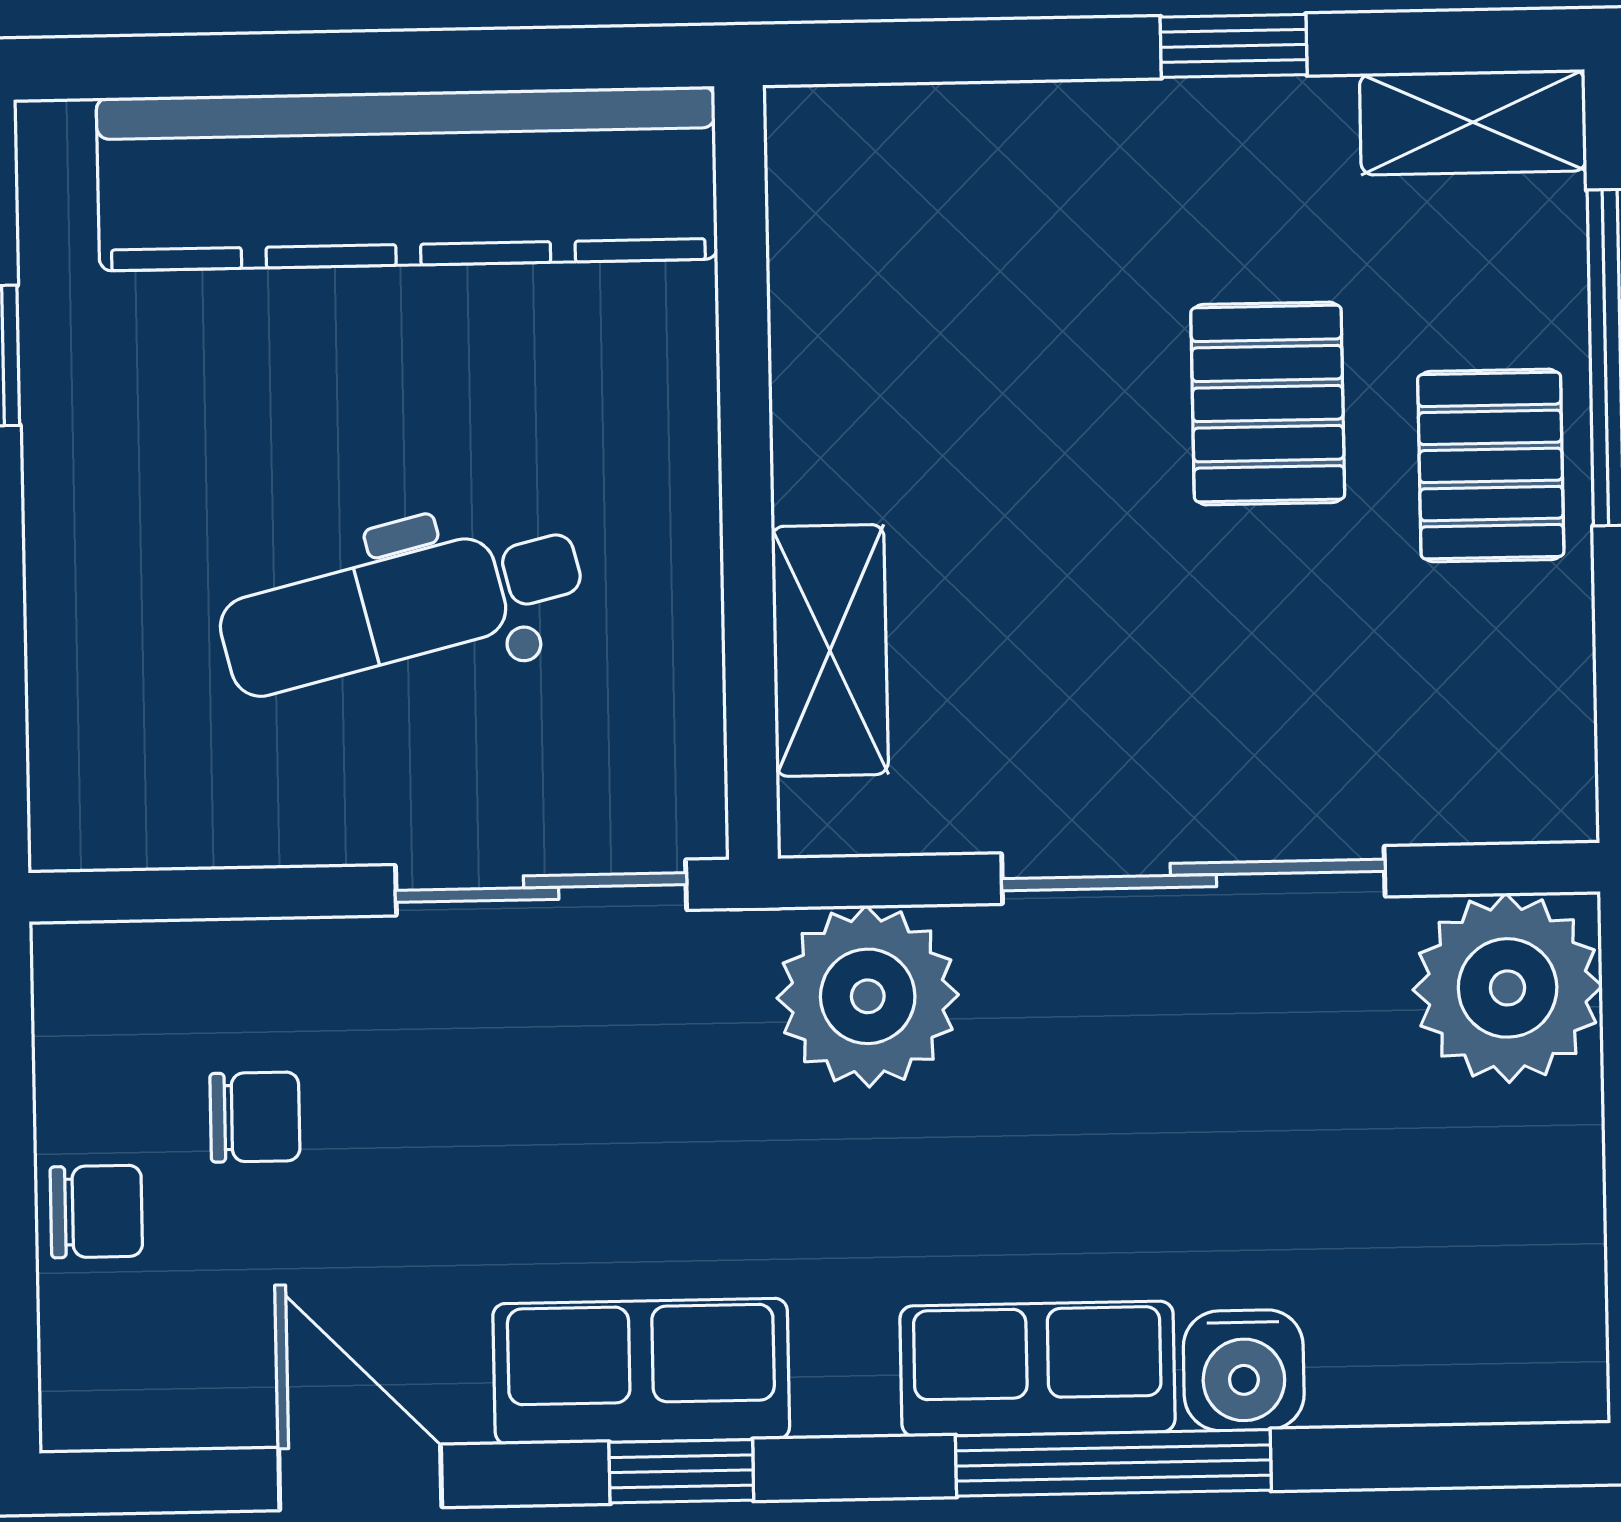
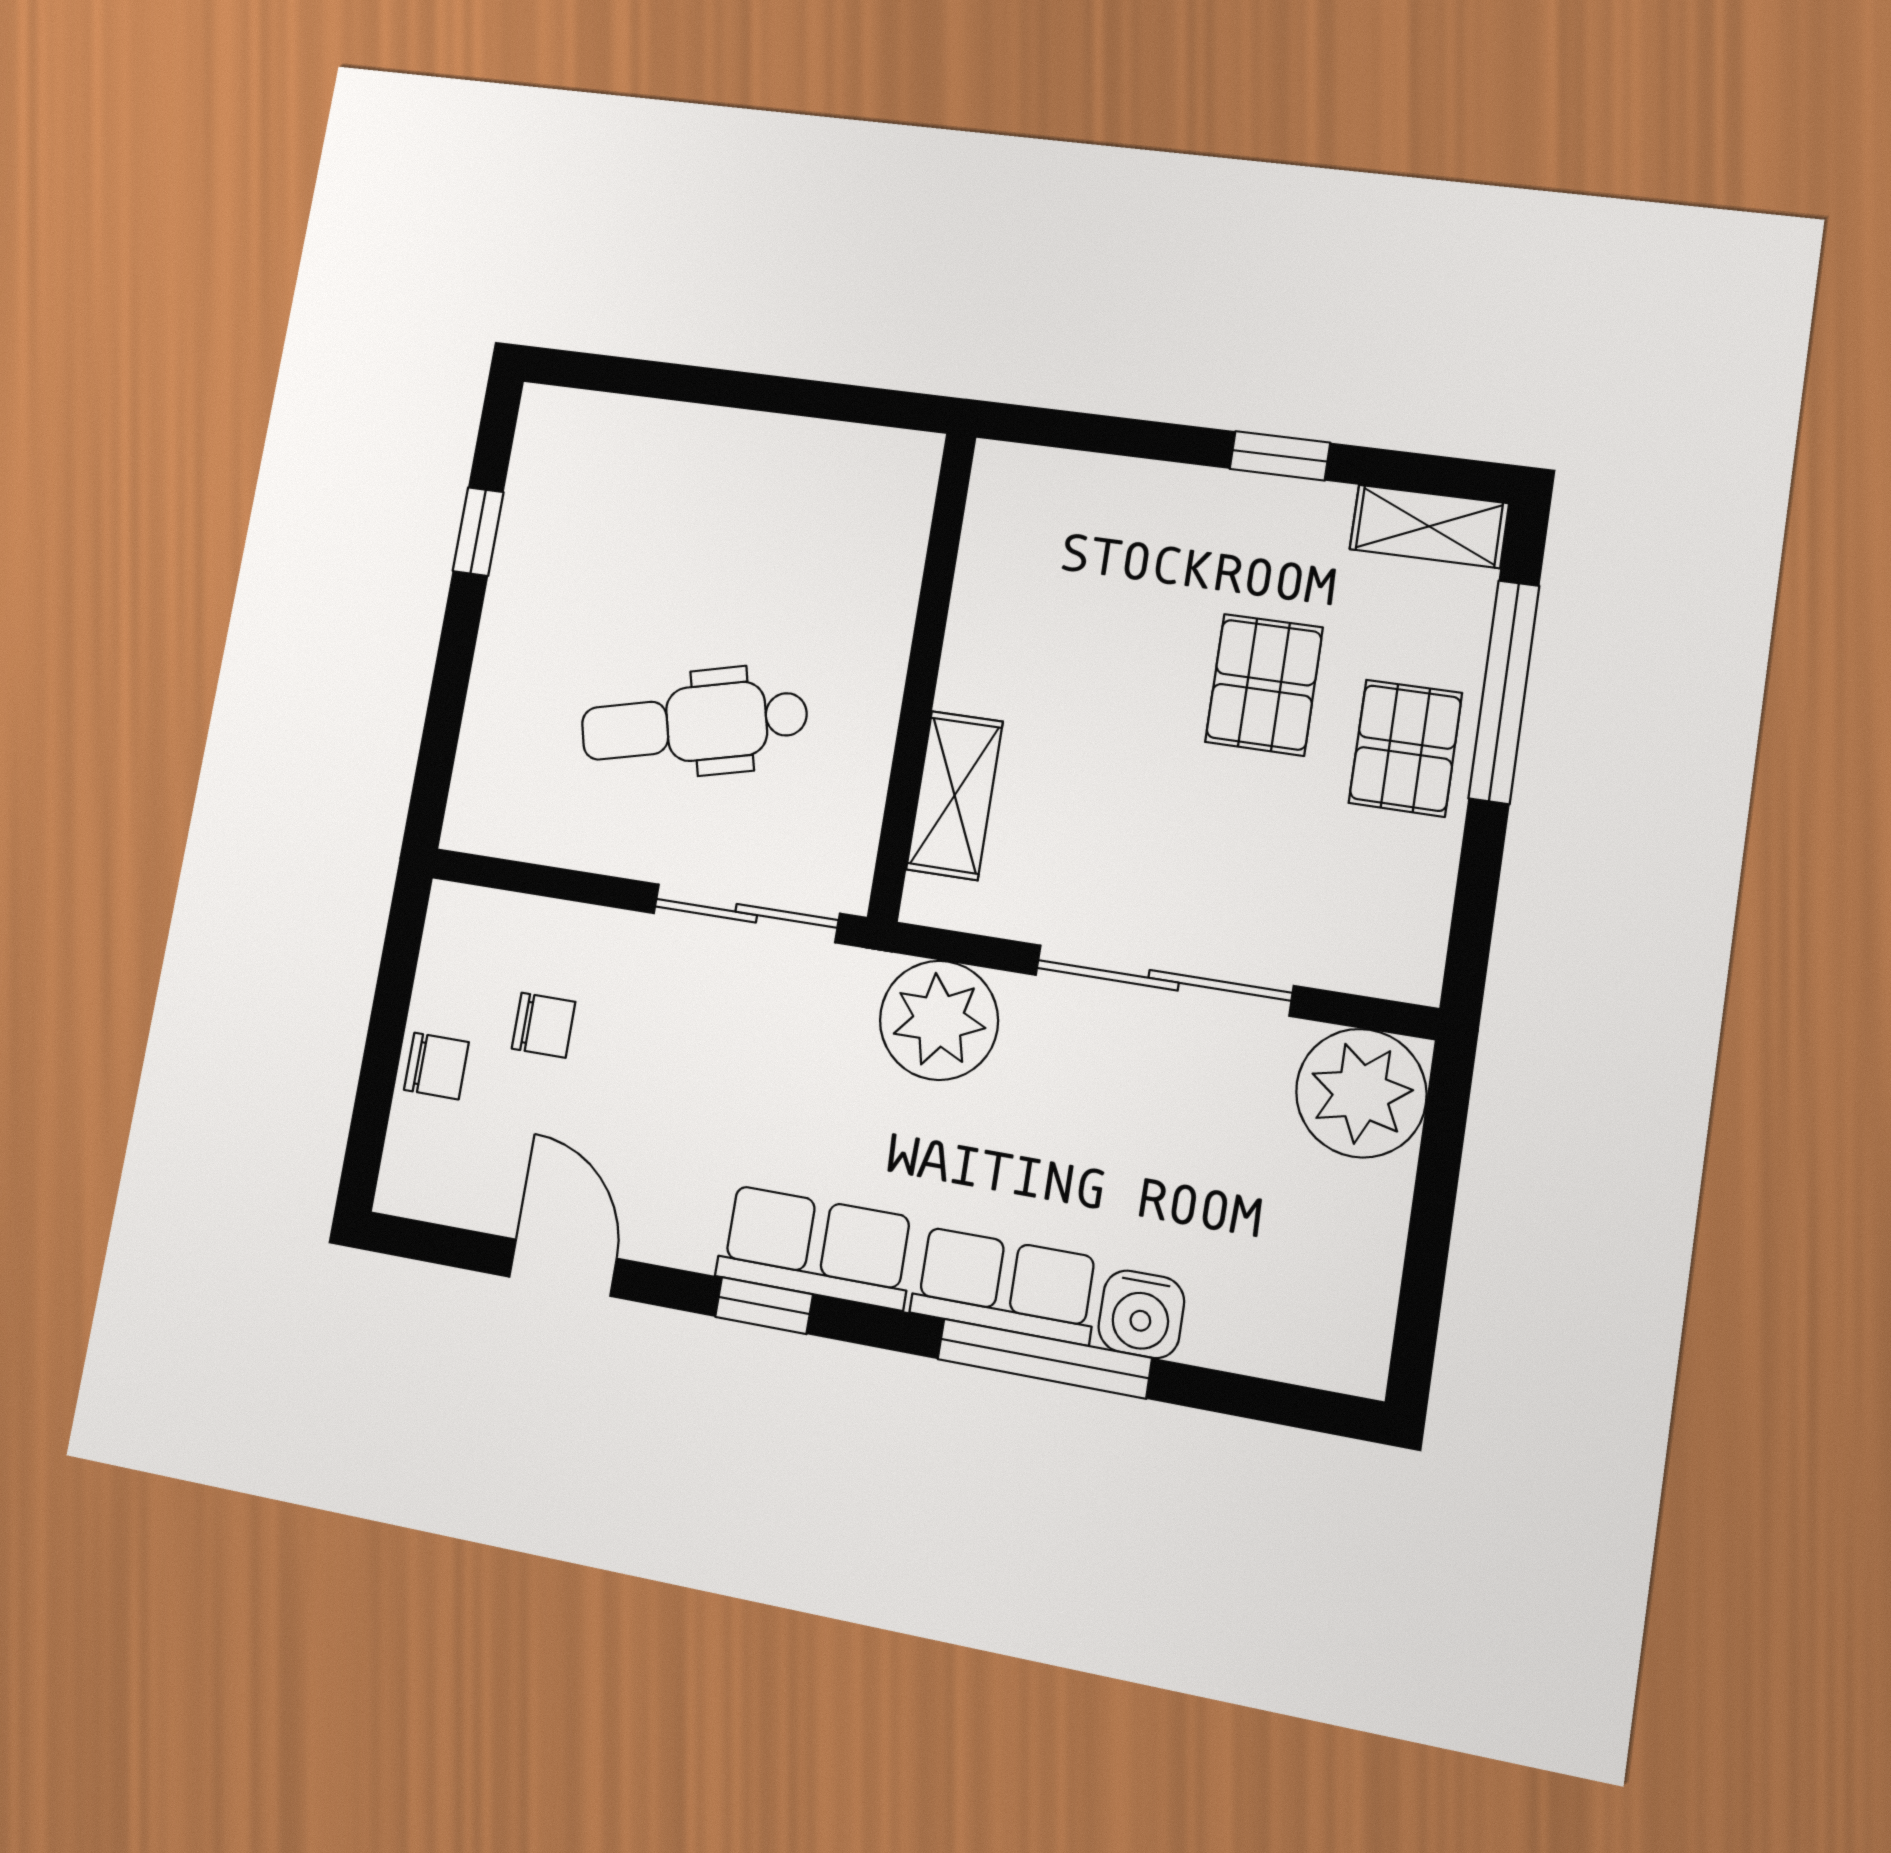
kitchen counter: (407, 179) -> (748, 463), removed
row of seats: (641, 1371) -> (816, 1247), moved

